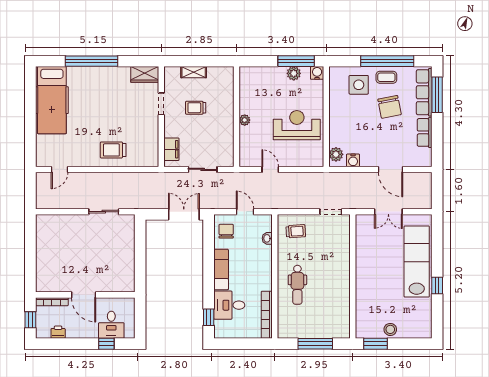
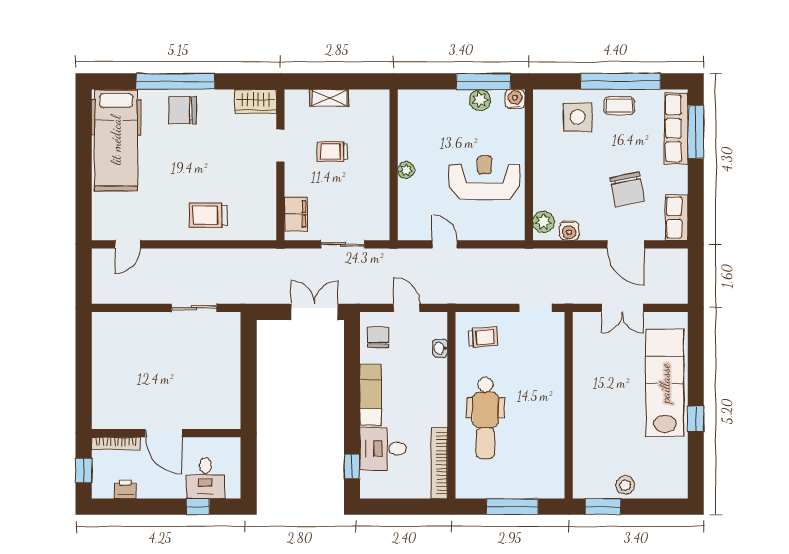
chair: (96, 80) -> (183, 110), added
chair: (390, 107) -> (627, 189), moved
row of seats: (425, 132) -> (677, 217), moved
dental chair: (297, 285) -> (485, 418), width x1.36, depth x1.38

